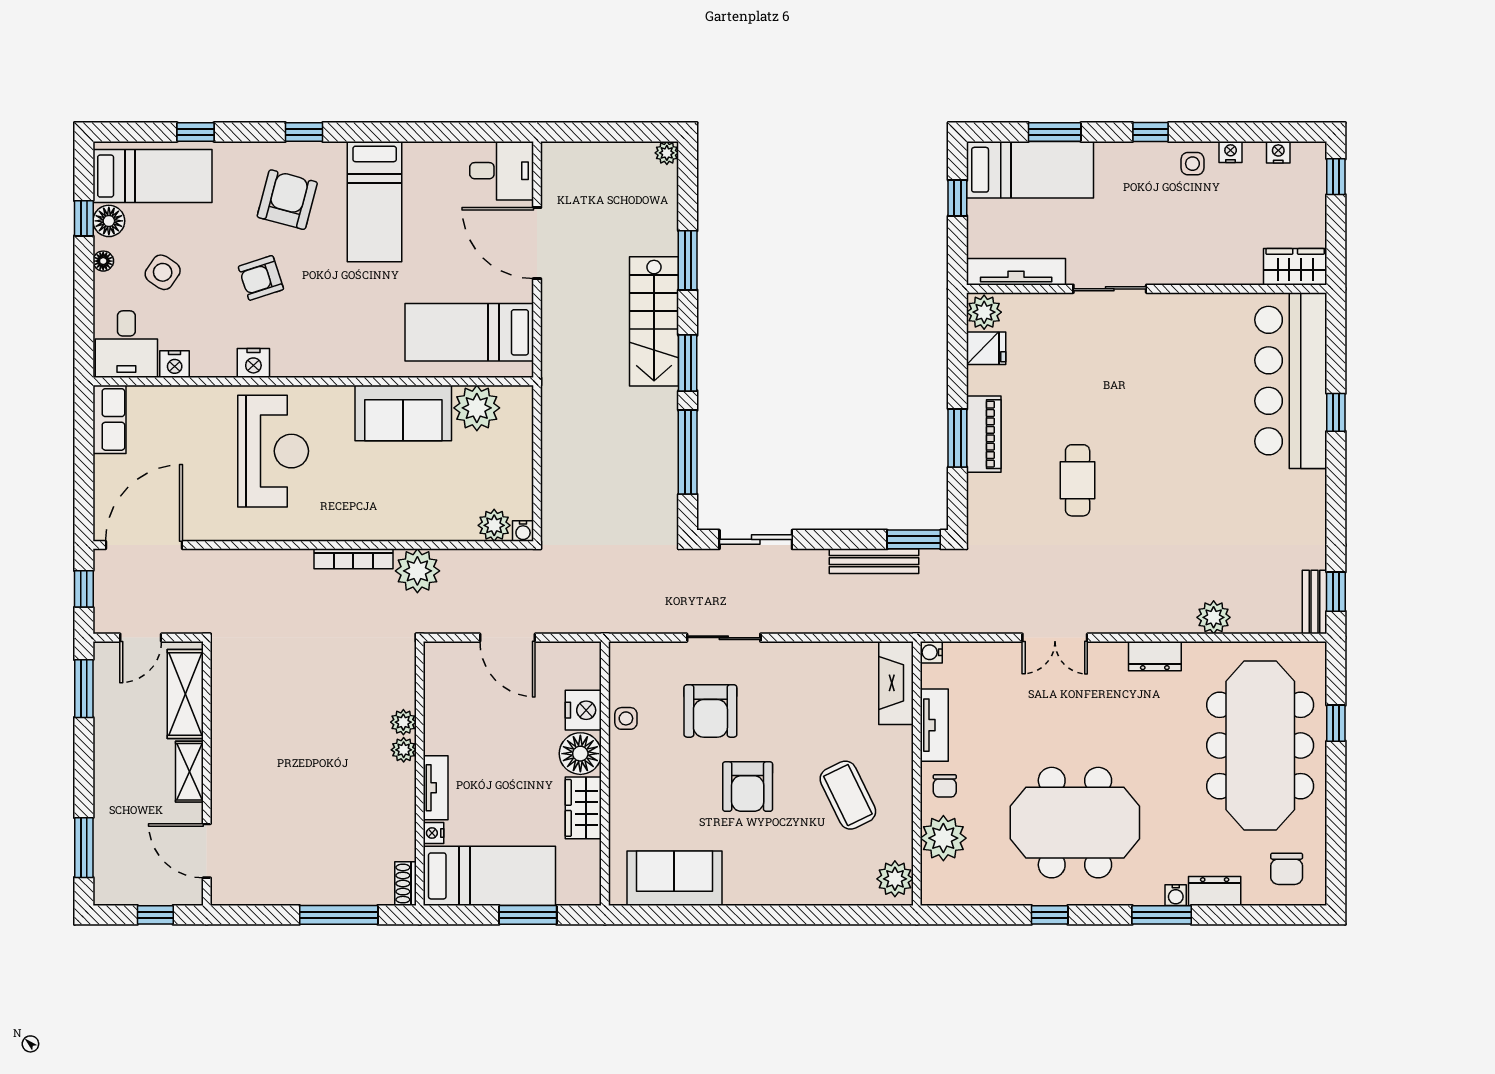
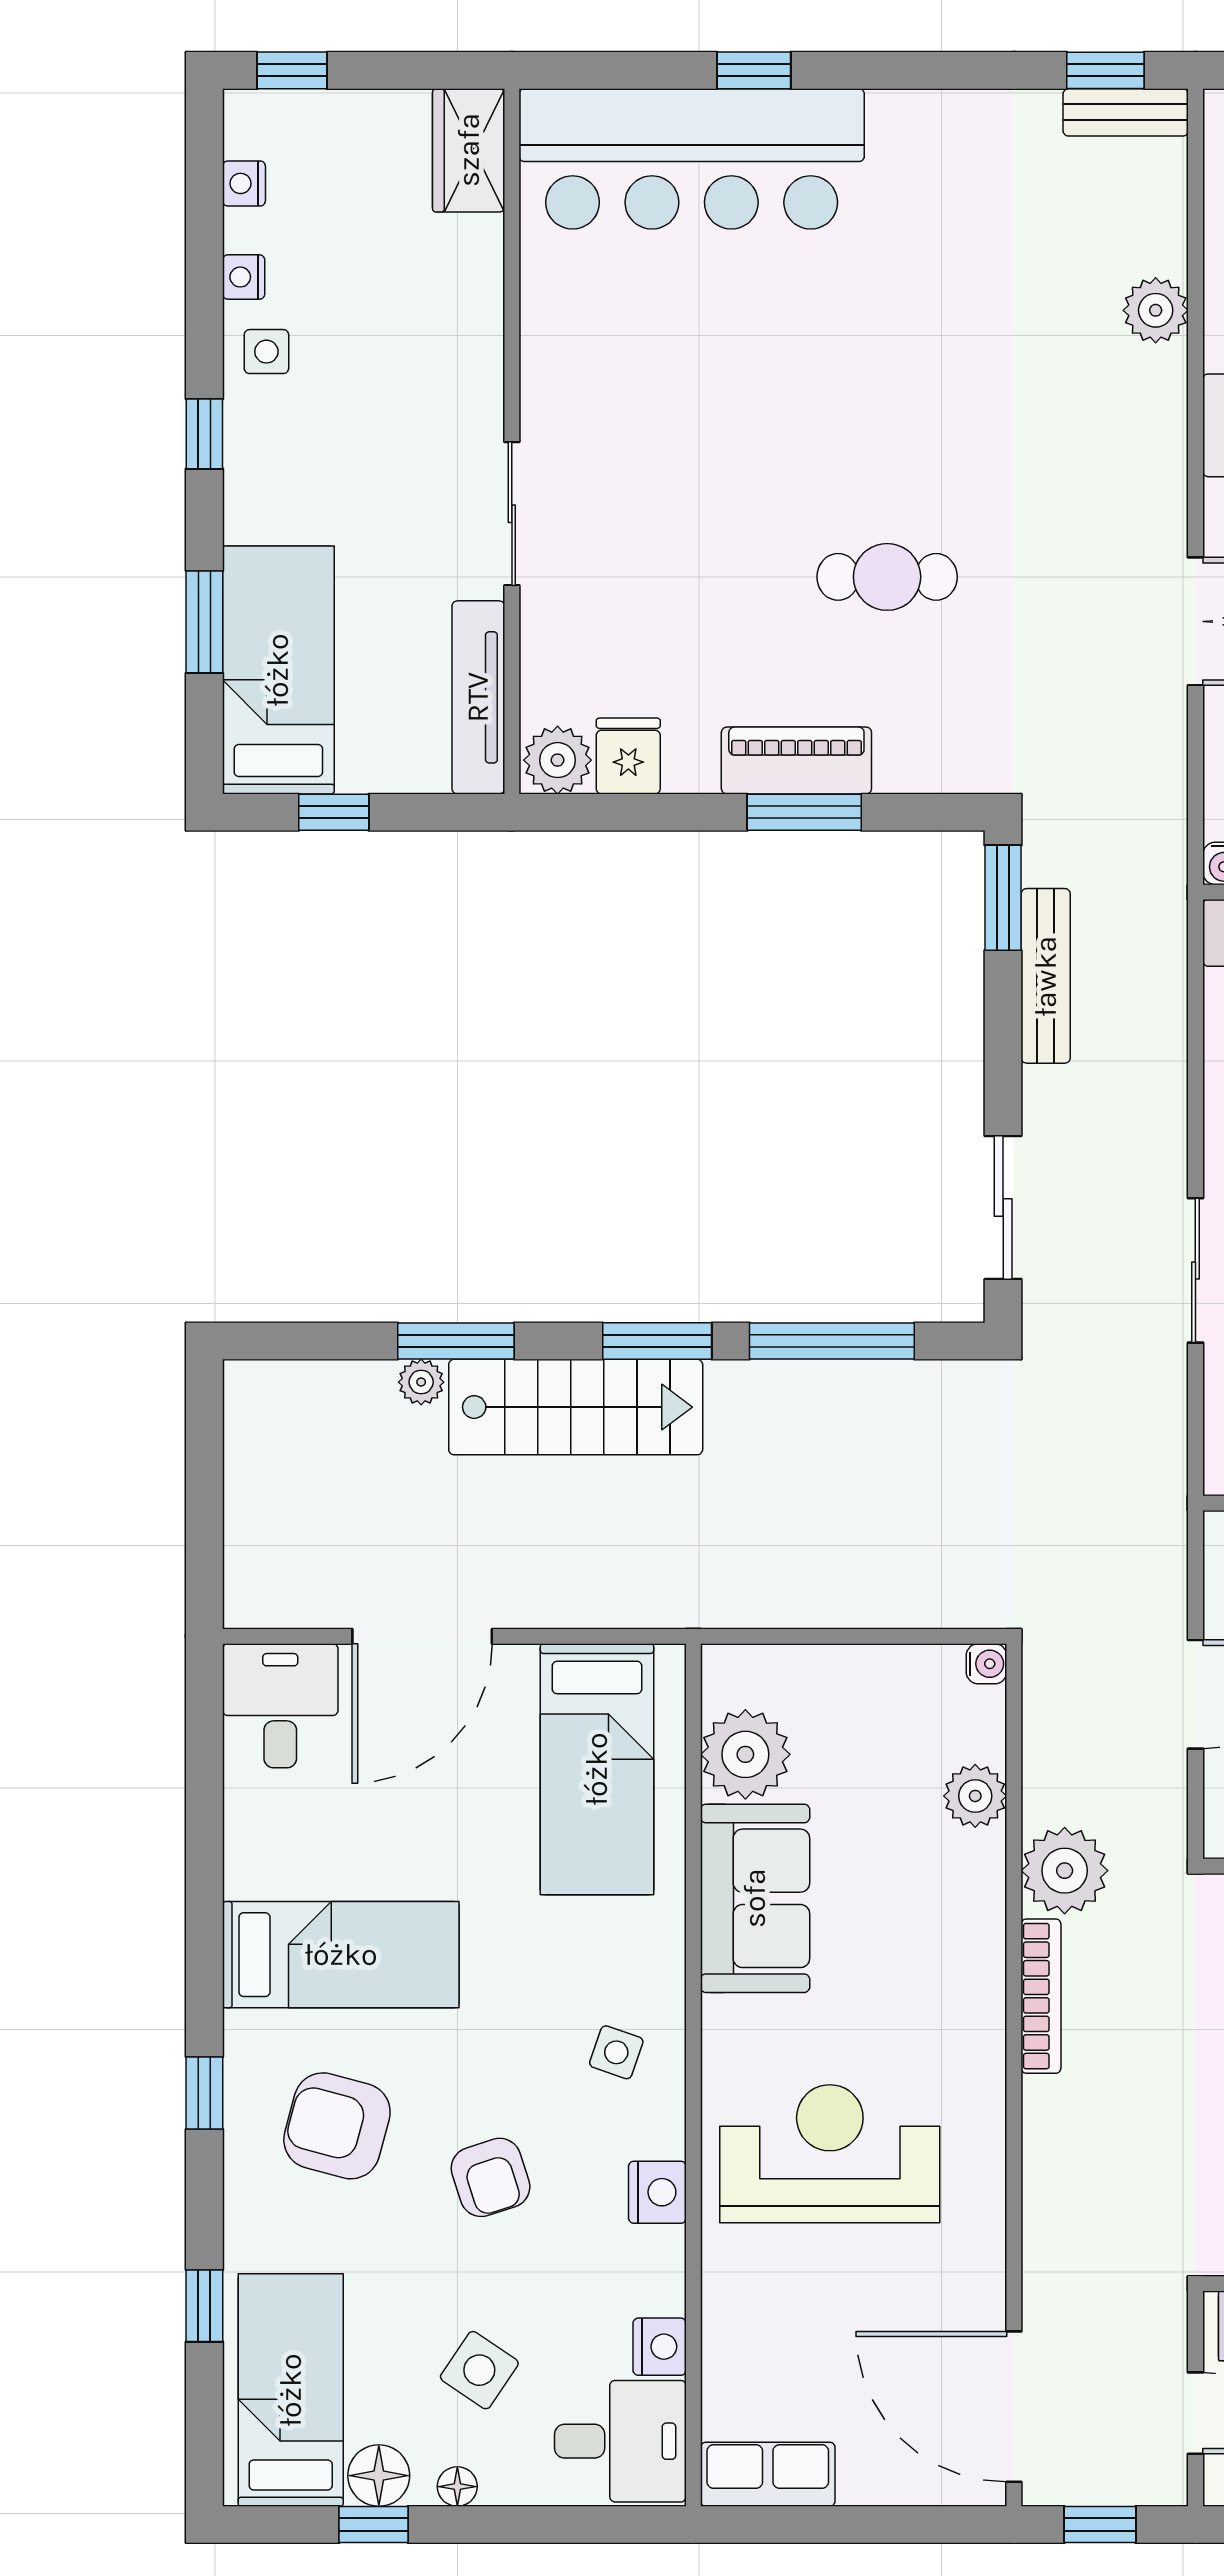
plant: (667, 153) -> (421, 1382), moved
side table: (325, 342) -> (616, 2052), added
plant: (494, 525) -> (975, 1796), moved

